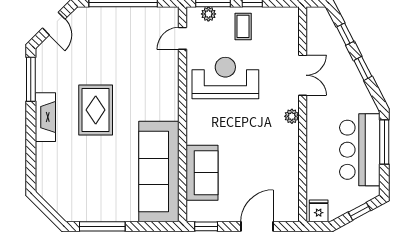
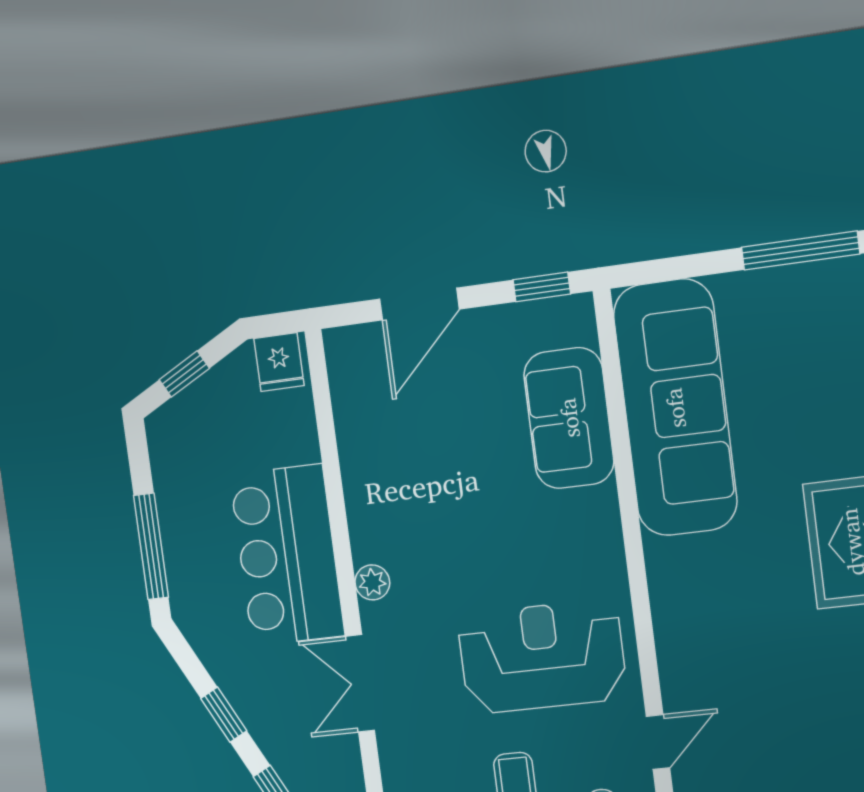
reception desk: (225, 78) -> (542, 657), turned 180
bar counter: (360, 150) -> (287, 555), moved, turned 180

